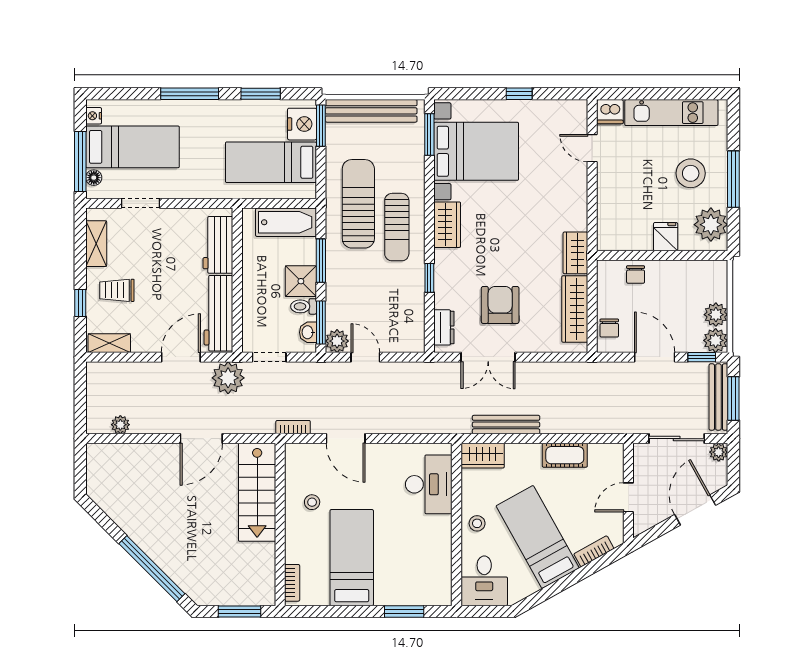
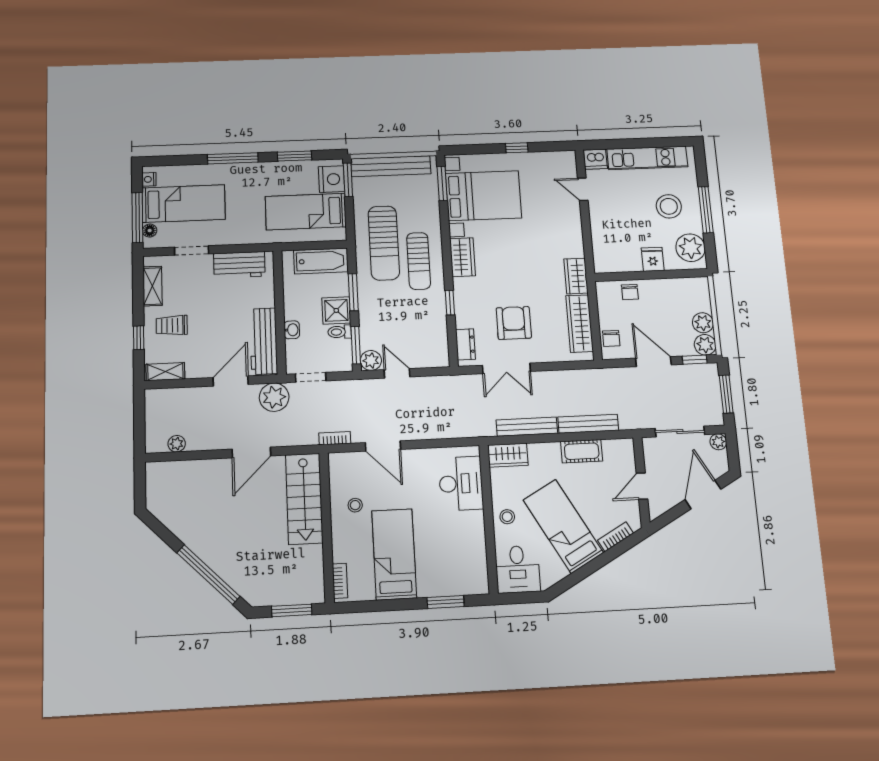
sun lounger: (358, 204) -> (384, 243), turned 180
workbench: (218, 245) -> (239, 265), moved, turned -90
washbasin: (308, 332) -> (292, 330), moved, turned 180
bench: (718, 397) -> (588, 424), moved, turned 90

